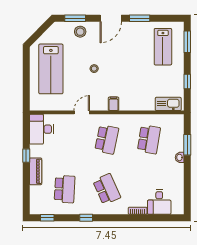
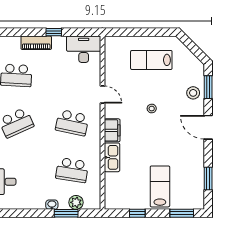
window: (140, 18) -> (208, 179), moved
lab bench: (163, 47) -> (160, 186), moved, turned 90
lab bench: (51, 69) -> (151, 60), width x0.73, depth x0.72
filing cabinet: (114, 104) -> (112, 130), width x2.00
kitchen sink: (168, 104) -> (112, 157), moved
plant: (178, 136) -> (76, 202), added

